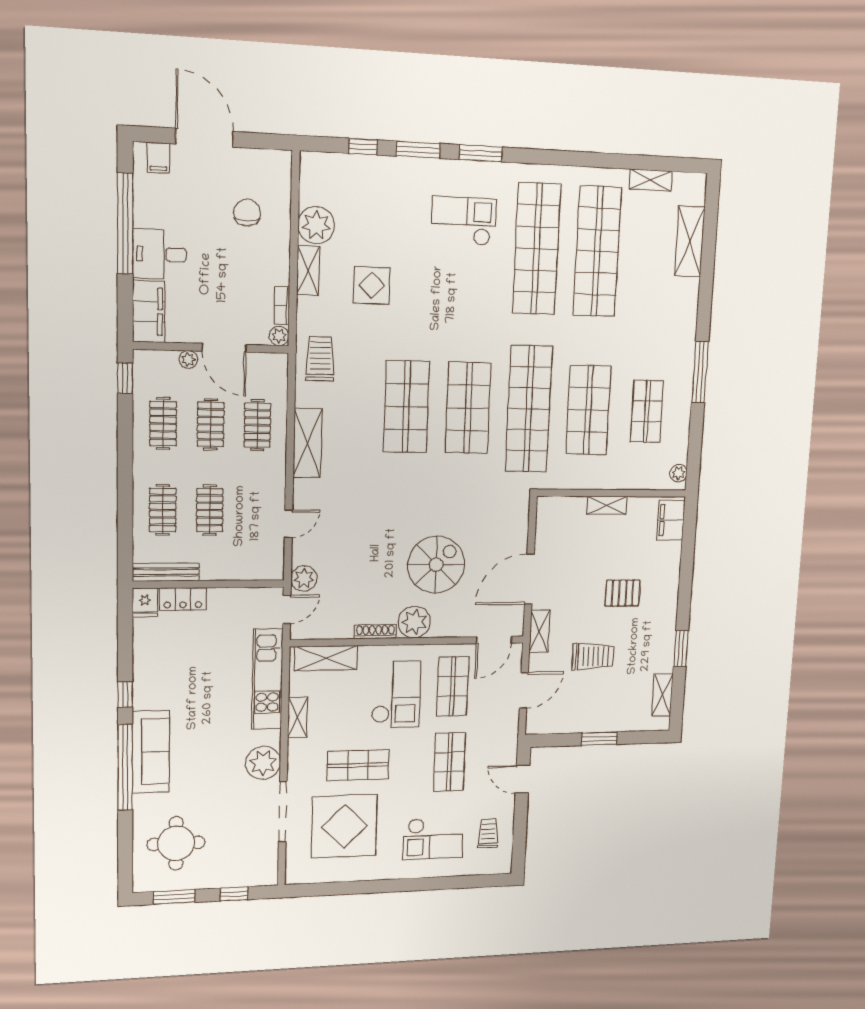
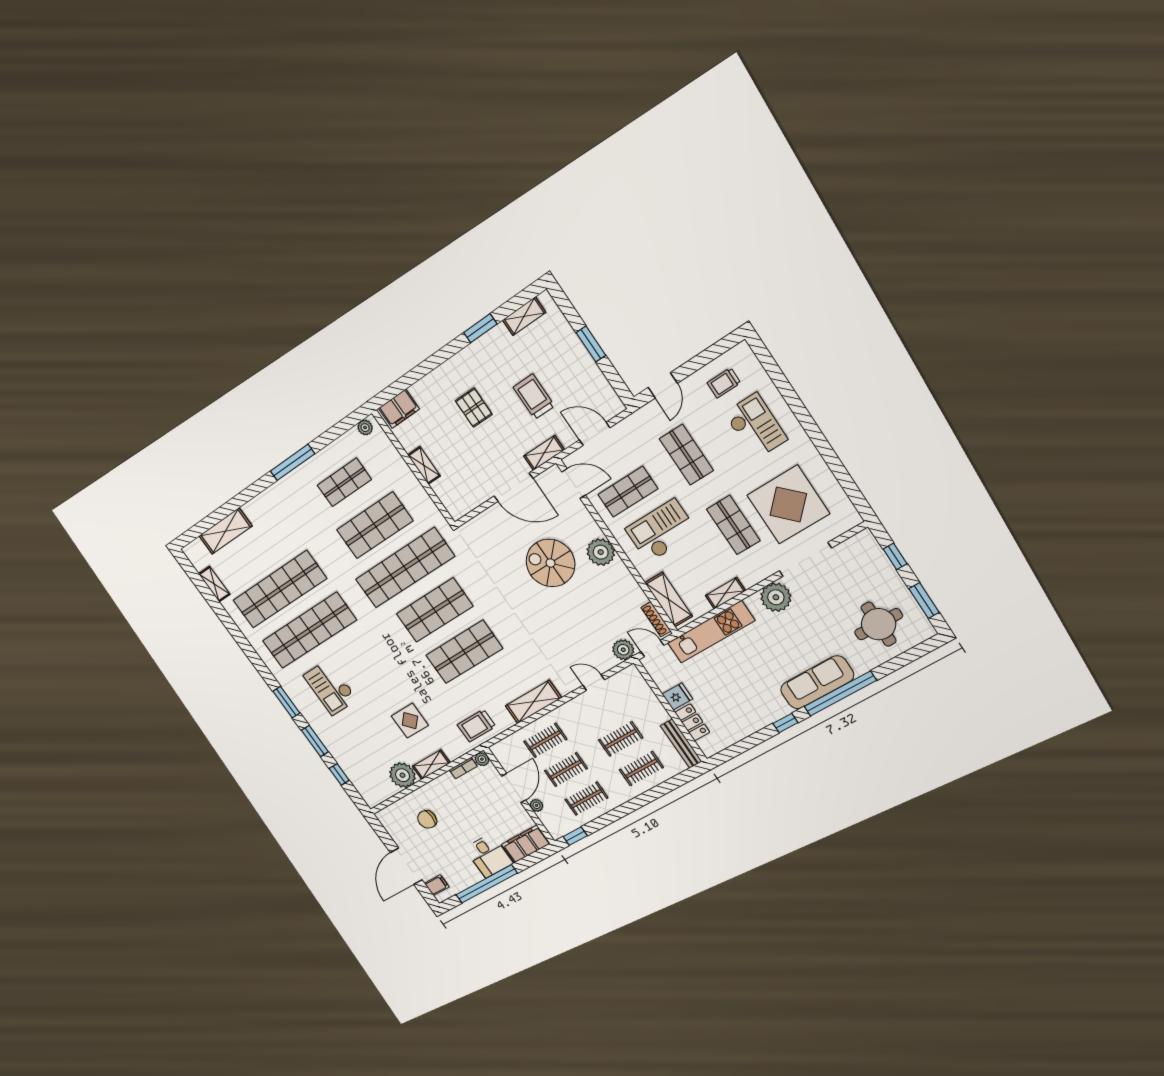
fridge: (145, 602) -> (677, 697), moved
shoe rack: (375, 632) -> (656, 619), moved
shop shelf: (450, 762) -> (686, 455), turned 90

